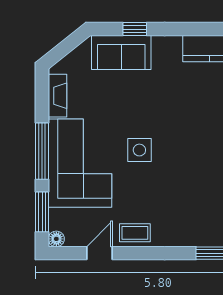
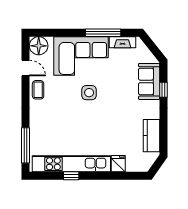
window: (42, 151) -> (103, 33), moved
window: (42, 212) -> (51, 33), removed
floor lamp: (56, 239) -> (39, 46), width x1.89, depth x1.89

